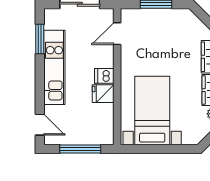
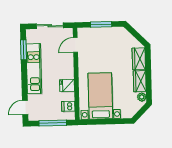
dishwasher: (104, 76) -> (68, 106), moved
door: (40, 125) -> (25, 107), swing flipped

